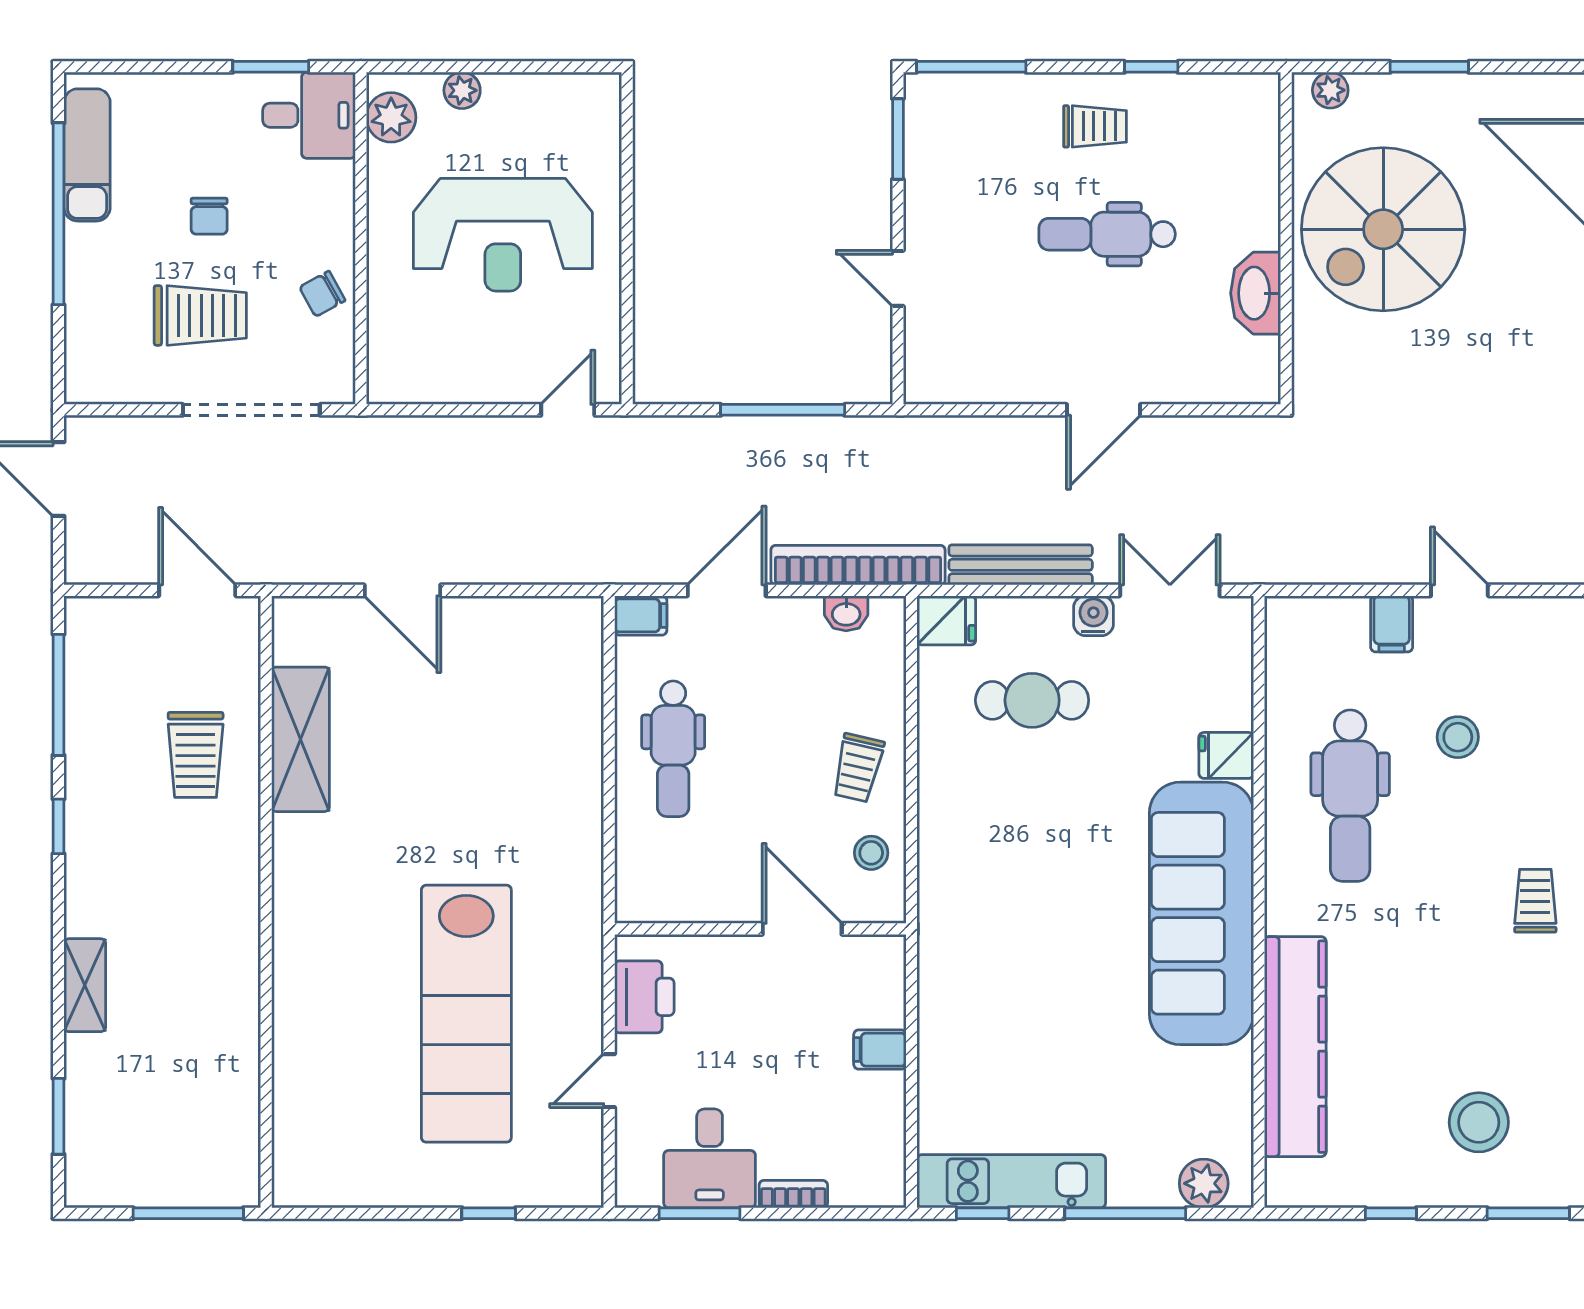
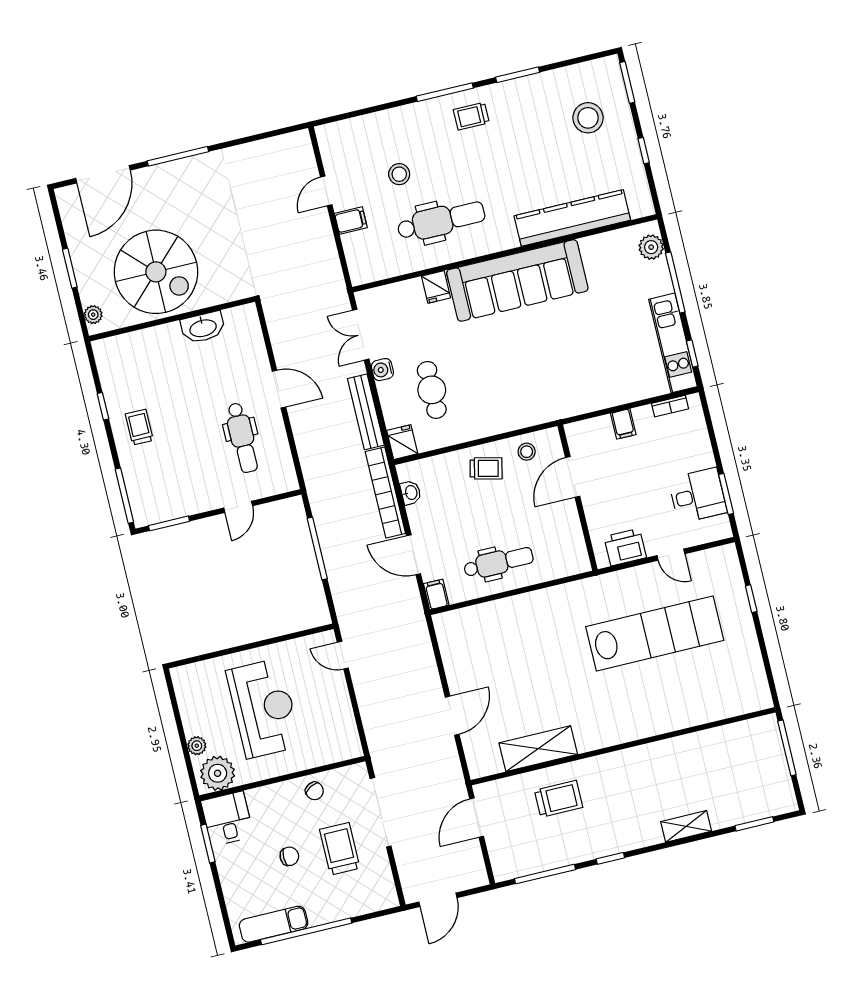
plant: (391, 117) -> (218, 773), width x1.36, depth x1.36
dental chair: (1107, 234) -> (242, 438), moved
bookcase: (793, 1194) -> (670, 406), moved, turned -90

